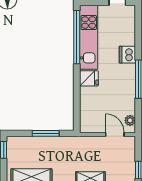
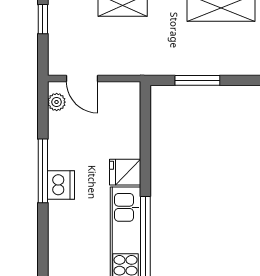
dishwasher: (127, 55) -> (61, 185), moved

